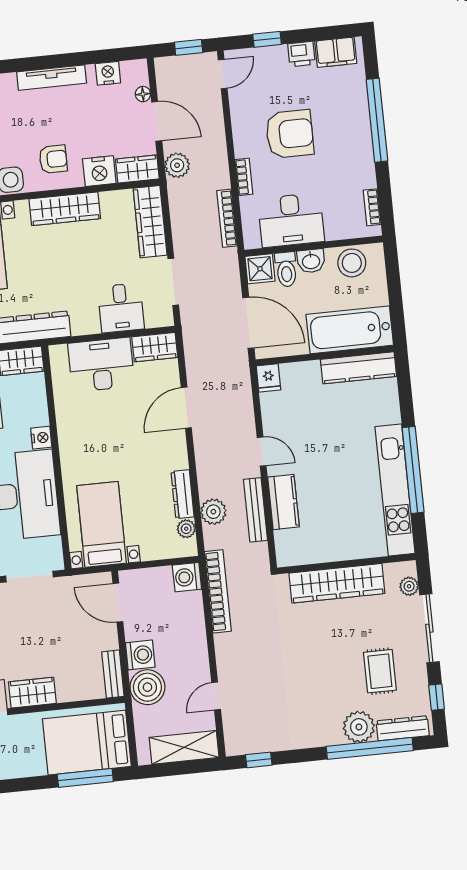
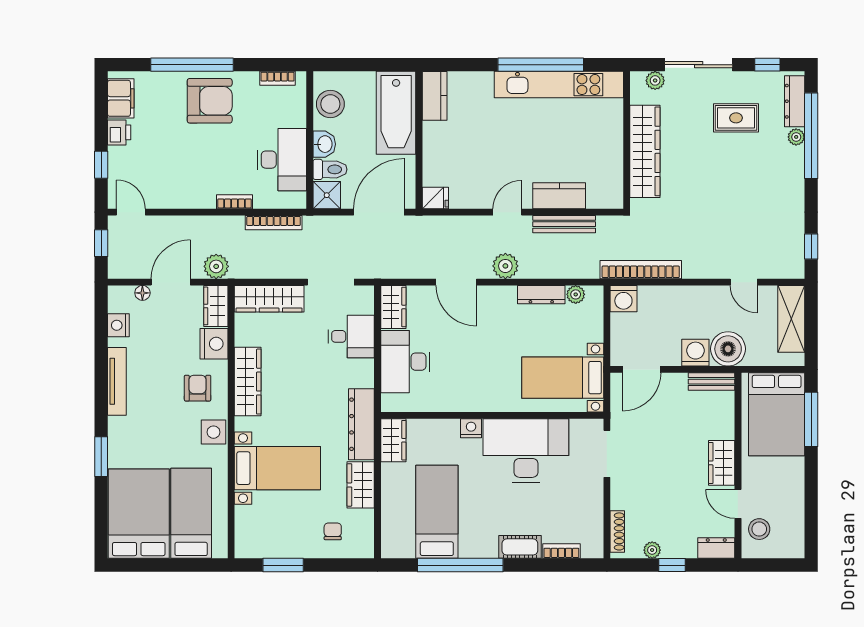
armchair: (290, 134) -> (210, 101), moved, turned 90
kitchen counter: (359, 368) -> (435, 96), width x0.67
plant: (213, 512) -> (505, 266), moved
plant: (359, 727) -> (796, 137), width x0.53, depth x0.53

